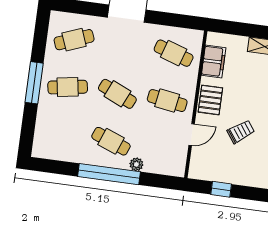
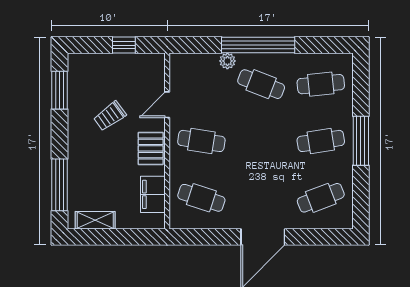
cafe table: (117, 94) -> (321, 84), moved, turned -30

